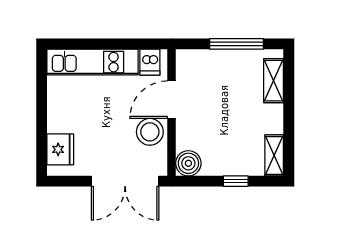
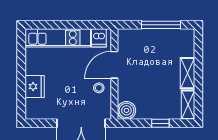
shelving: (274, 81) -> (188, 73), moved
stool: (150, 132) -> (99, 88), width x0.53, depth x0.53
fridge: (60, 149) -> (35, 87), moved

